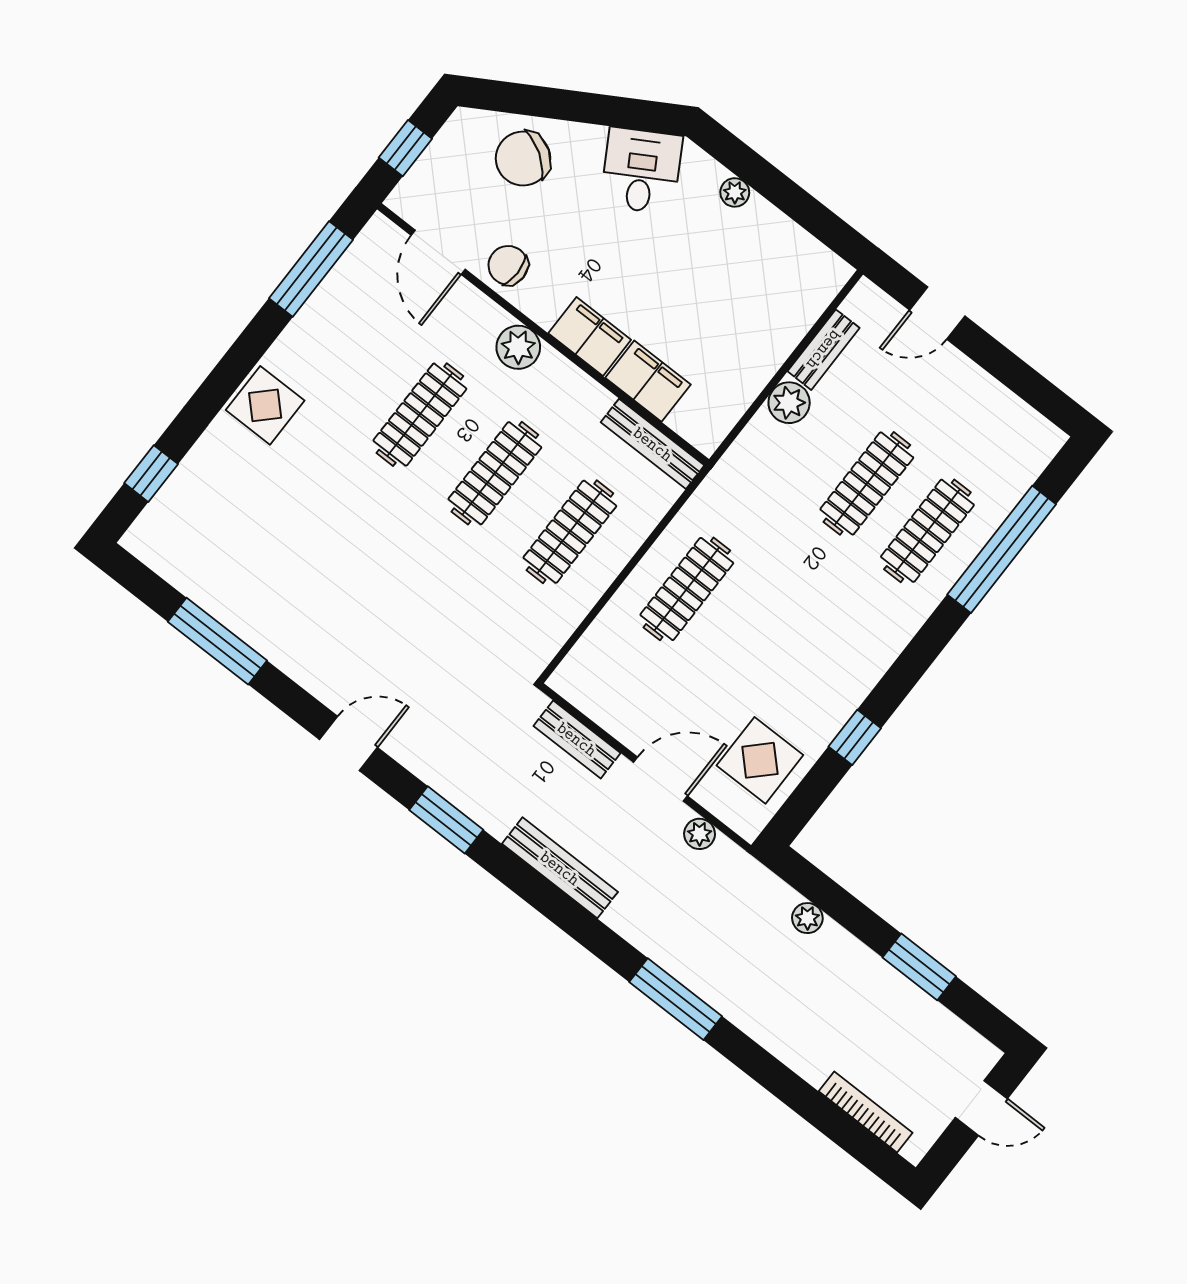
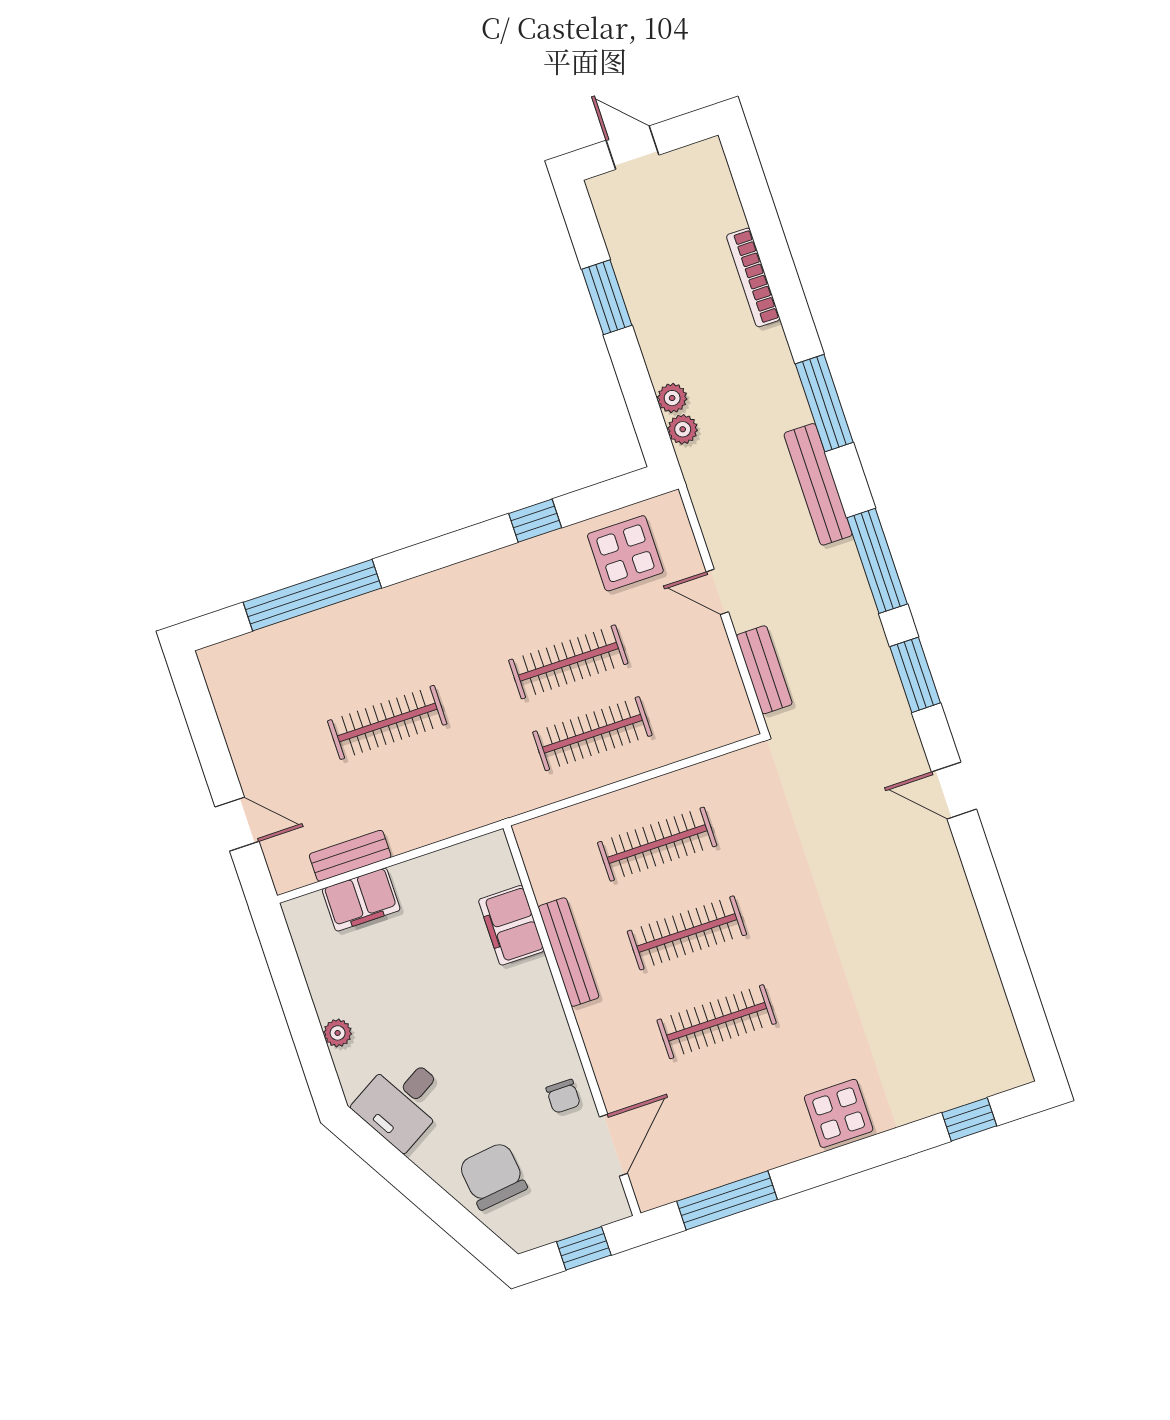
chair: (523, 158) -> (493, 1176), turned -130
chair: (508, 265) -> (563, 1096), width x0.73, depth x0.73
filing cabinet: (590, 336) -> (361, 900), moved, turned -90
plant: (518, 347) -> (599, 1024), removed
plant: (789, 403) -> (407, 831), removed
bench: (653, 444) -> (569, 952), moved
clothes rail: (927, 531) -> (568, 662), moved
window: (217, 641) -> (877, 561), moved
door: (660, 779) -> (717, 592), width x0.73
plant: (700, 834) -> (683, 429), moved
bench: (560, 868) -> (818, 484), moved
bookcase: (866, 1112) -> (753, 277), moved

